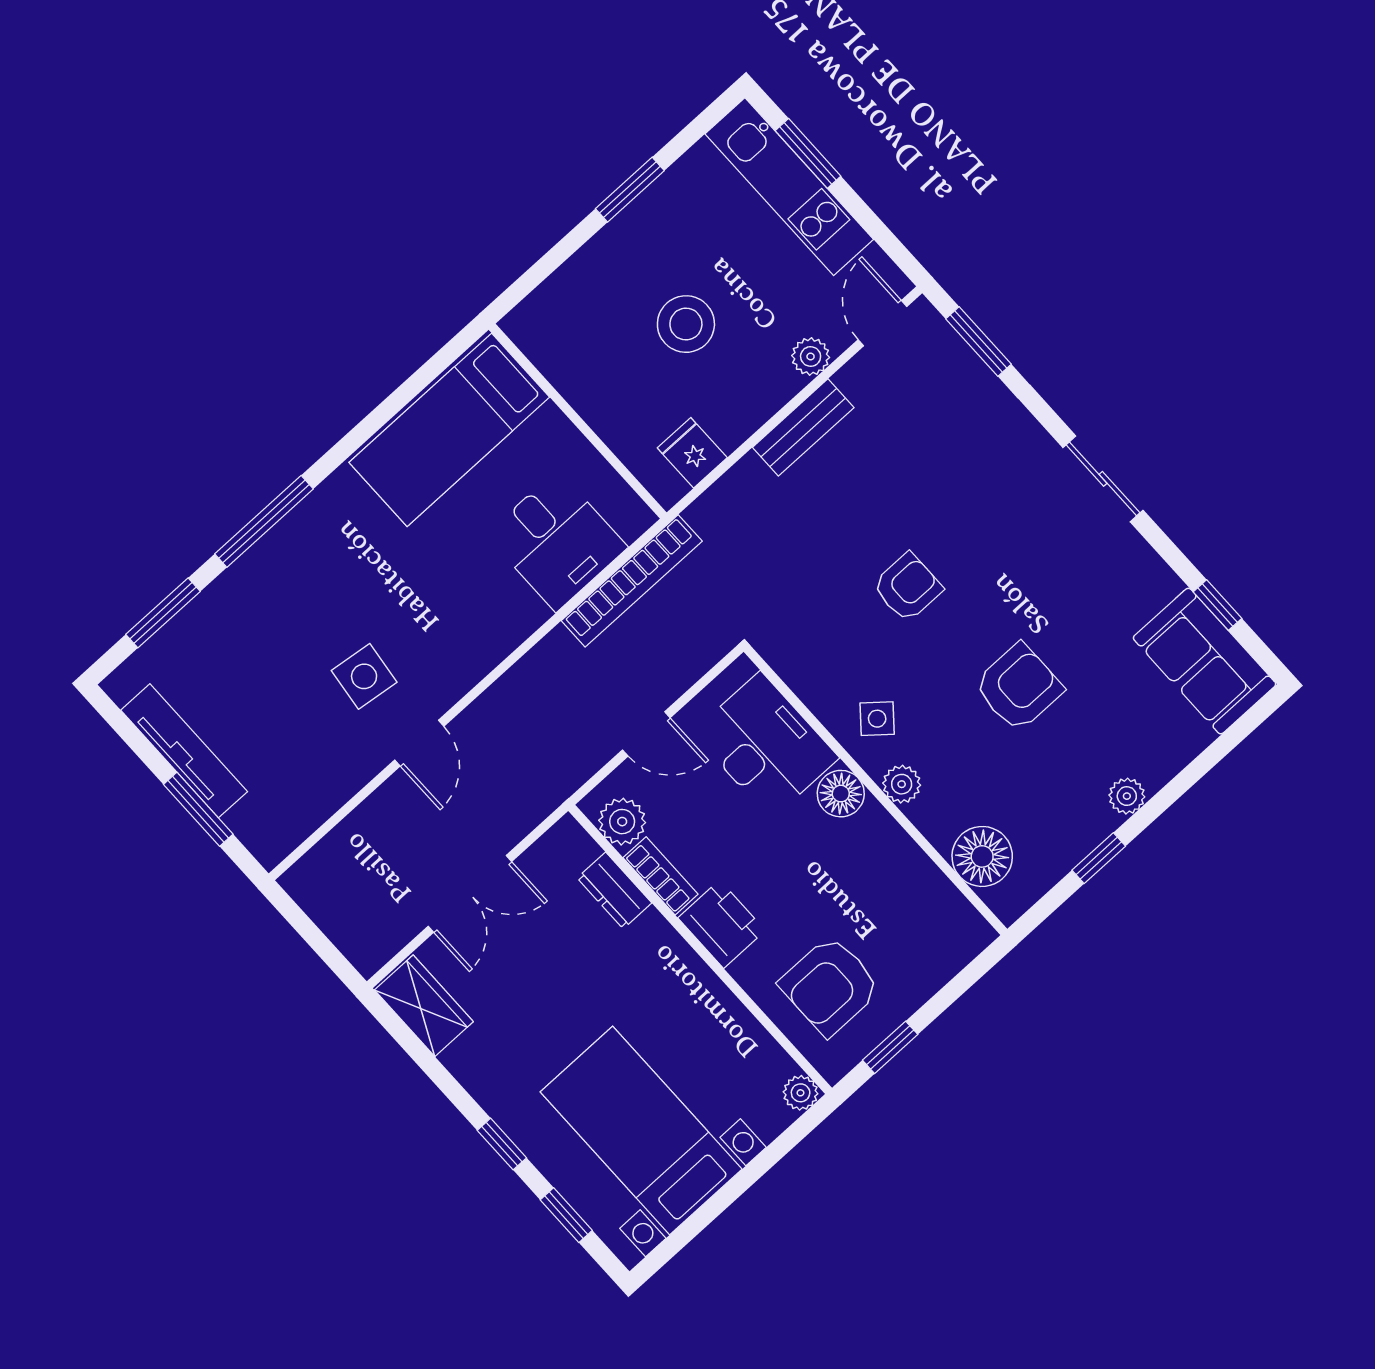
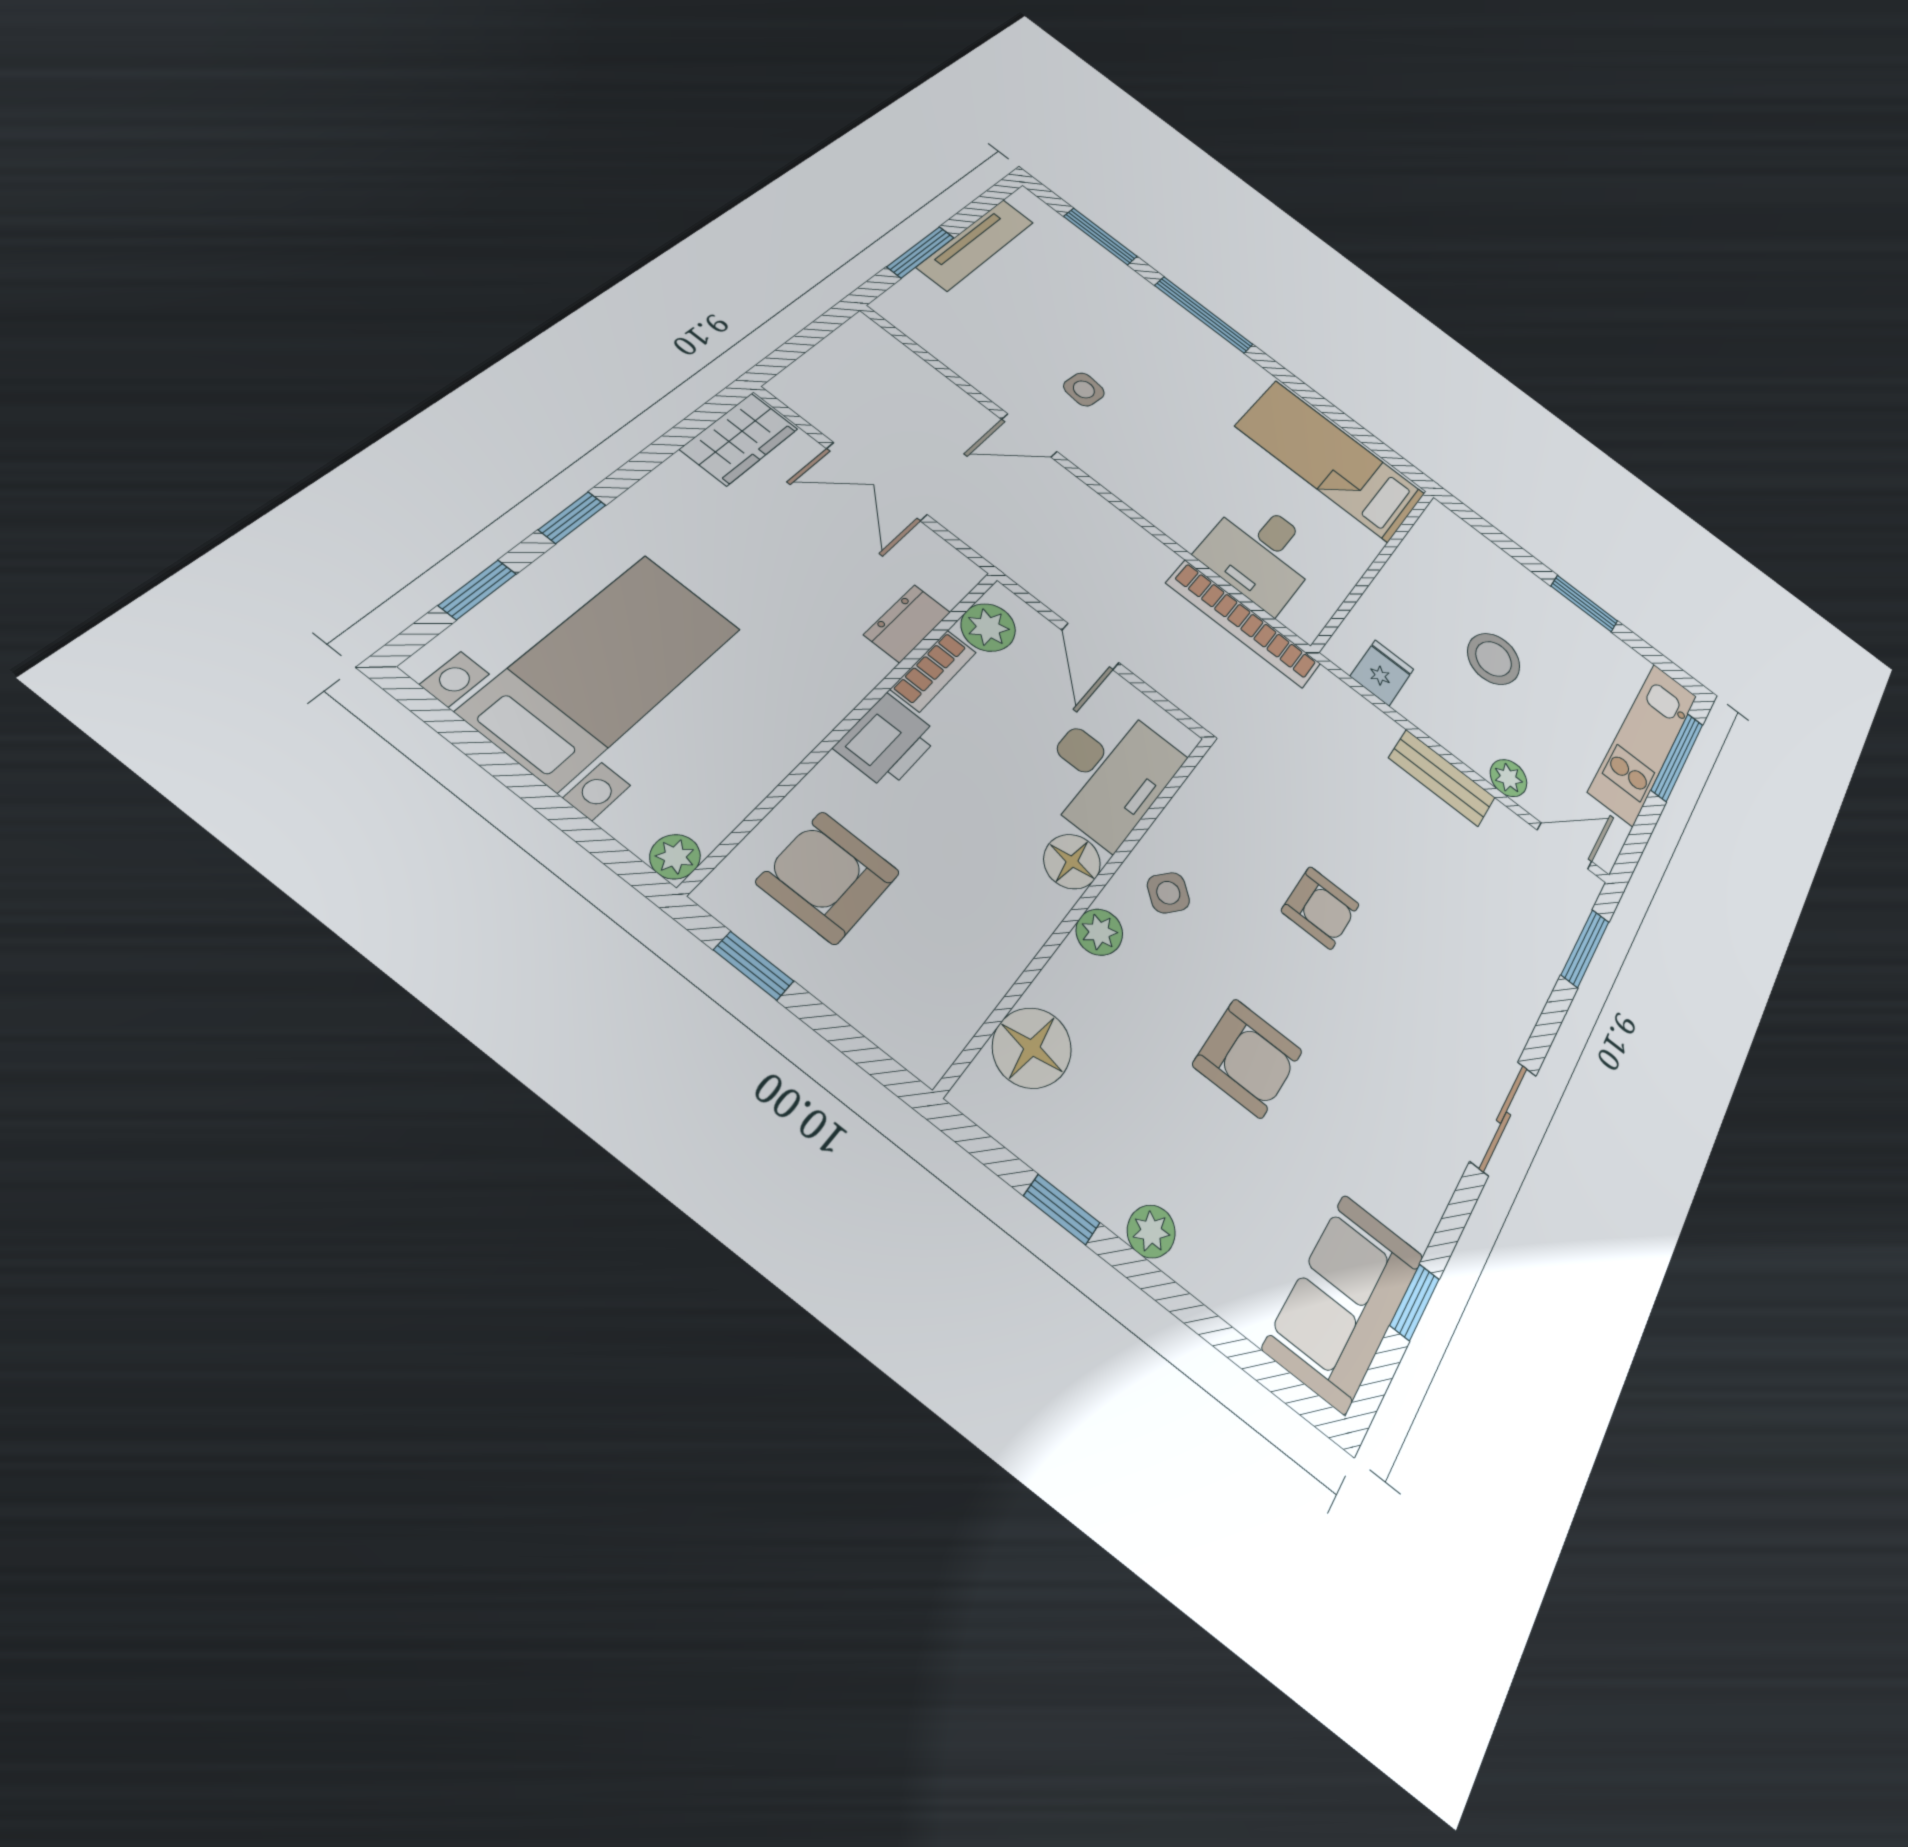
window: (808, 153) -> (1677, 757), width x1.44
side table: (364, 676) -> (1084, 389), width x0.73, depth x0.73

